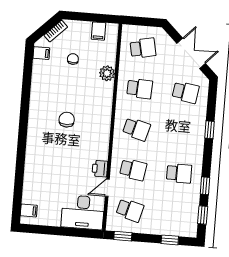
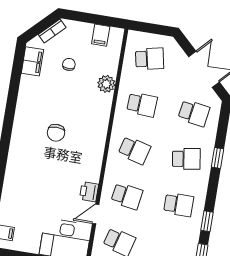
filing cabinet: (41, 53) -> (32, 61), width x2.00
chair: (67, 120) -> (56, 133), turned 180
school desk: (182, 133) -> (186, 159), added

